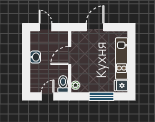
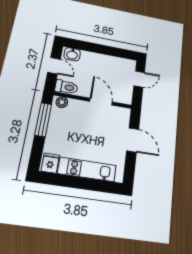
washbasin: (35, 57) -> (72, 54), moved
window: (102, 96) -> (43, 120), moved

